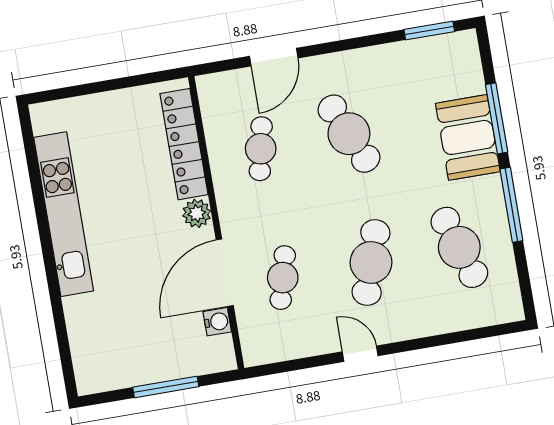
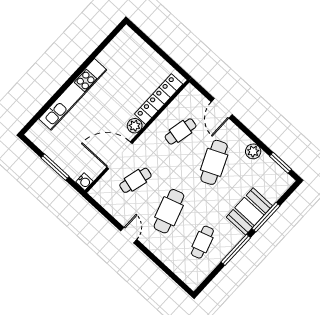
door: (274, 57) -> (222, 108), hinge flipped
plant: (379, 60) -> (253, 151), added
kitchen unit: (64, 214) -> (73, 94), moved
cafe table: (459, 247) -> (202, 242), width x0.73, depth x0.74
cafe table: (371, 262) -> (169, 211), turned -36
water cooler: (217, 322) -> (84, 182), moved

